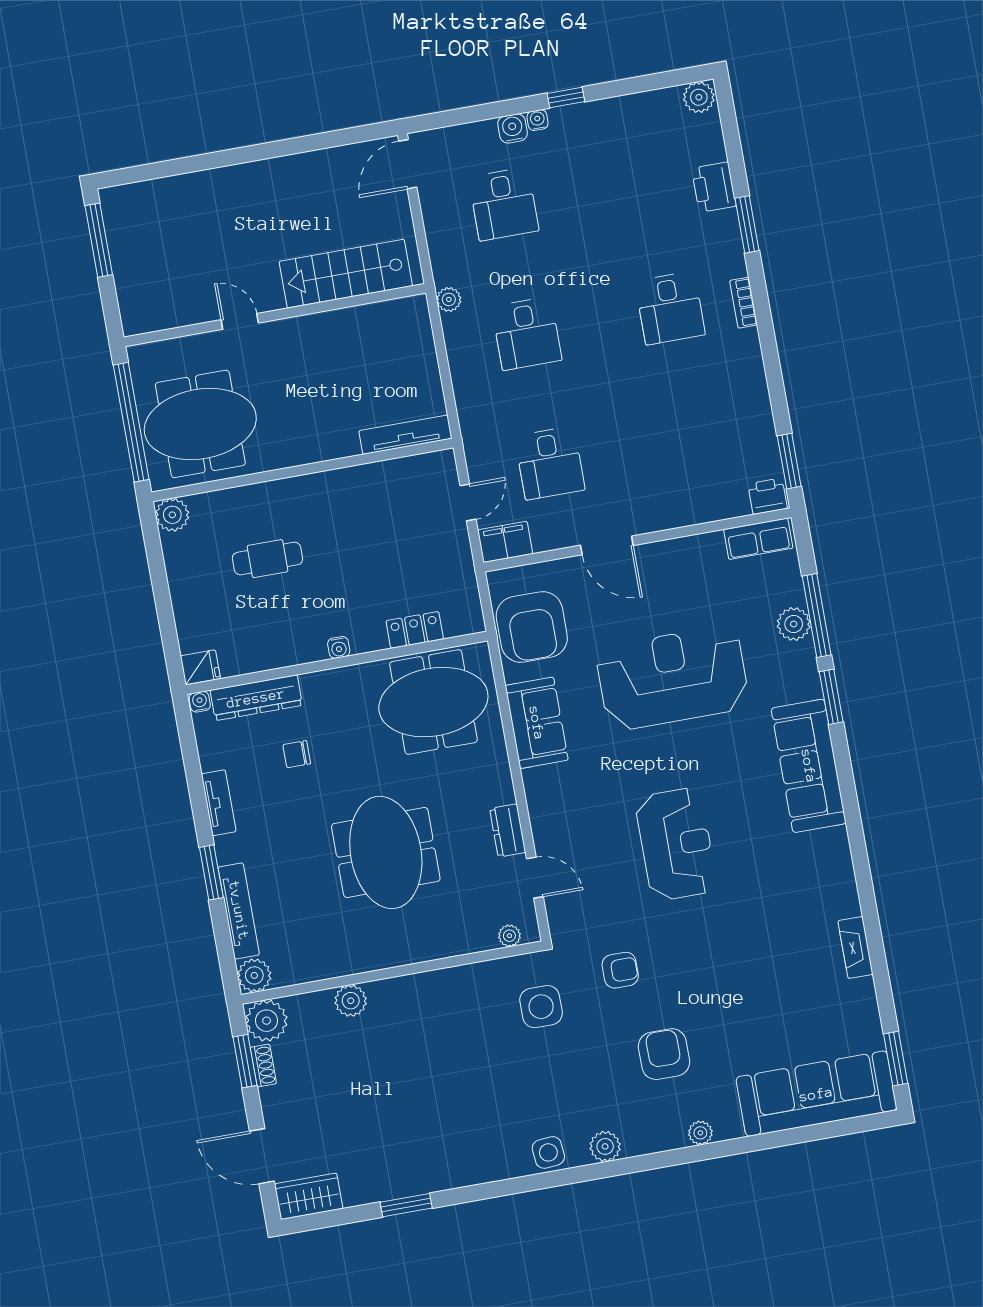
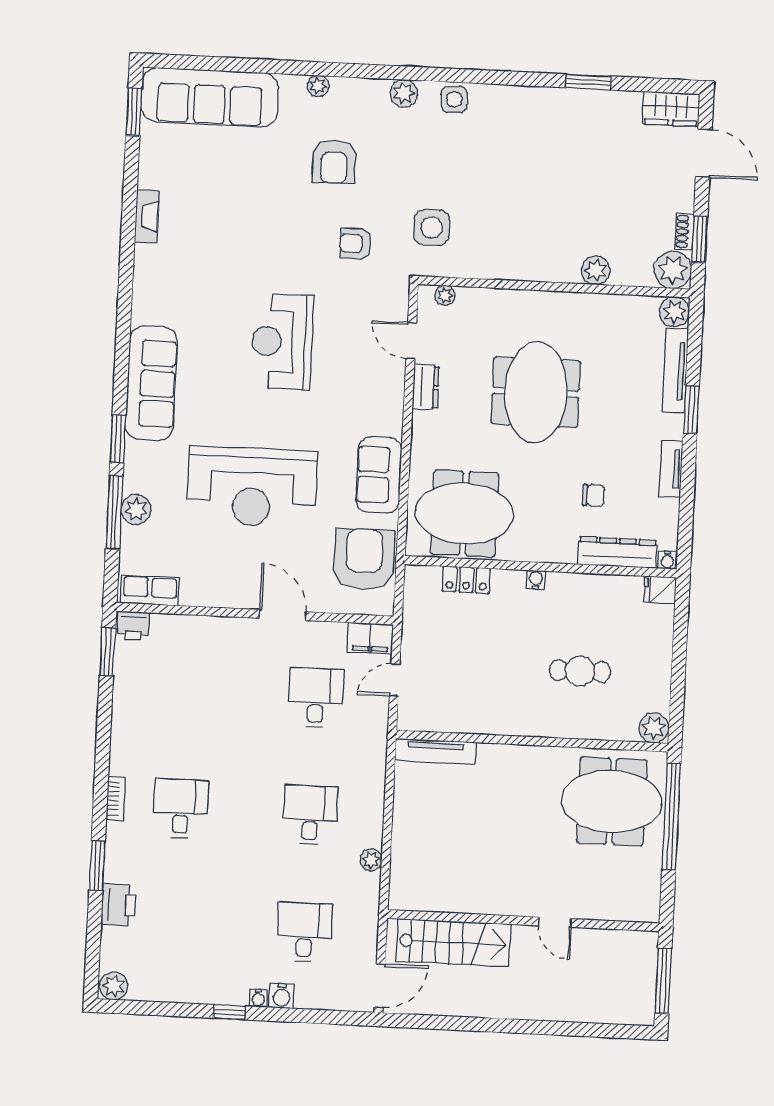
stairs: (346, 274) -> (453, 943), moved
wall: (275, 315) -> (523, 921), moved
door: (240, 321) -> (555, 922), moved

